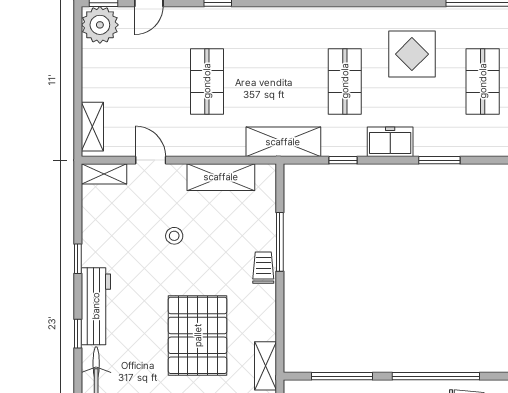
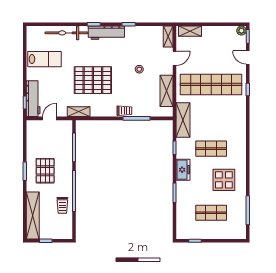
plant: (100, 25) -> (241, 31), width x0.53, depth x0.53
shop shelf: (207, 81) -> (211, 84), width x2.00, depth x1.36

